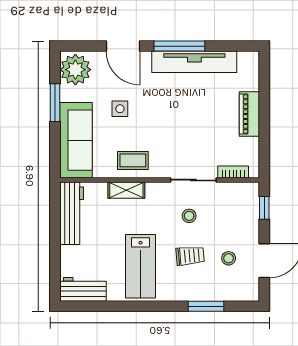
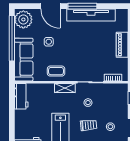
window: (55, 103) -> (12, 38), width x2.11
shelving: (126, 190) -> (65, 88), moved
workbench: (72, 213) -> (21, 96), width x0.73

